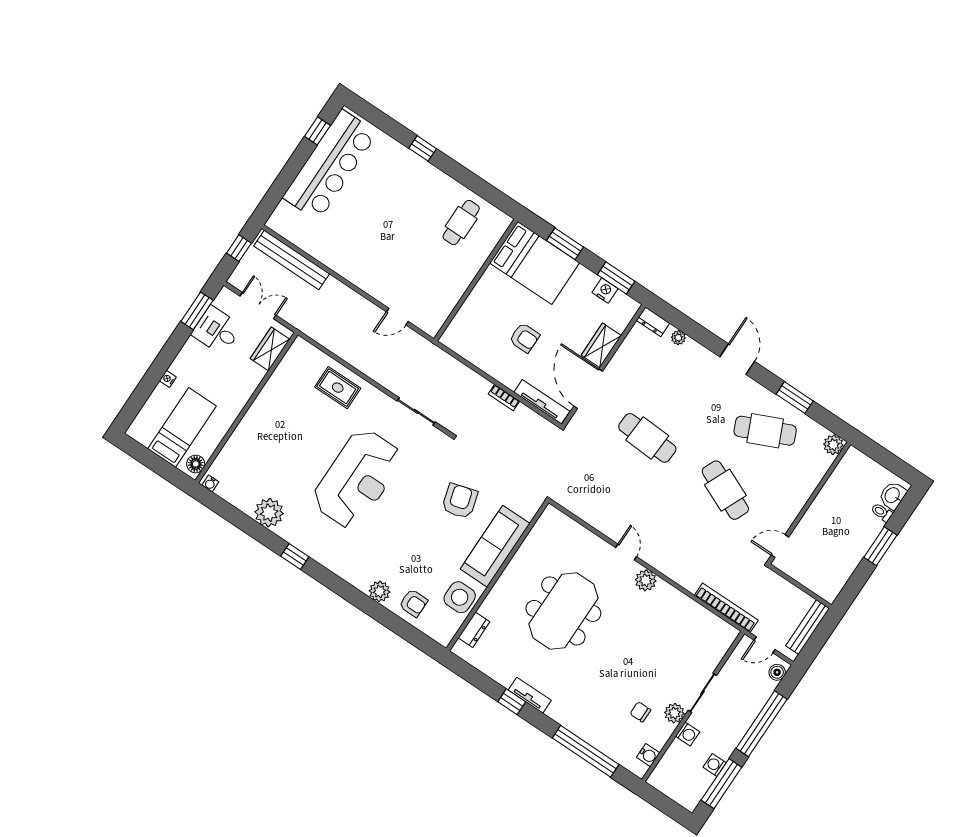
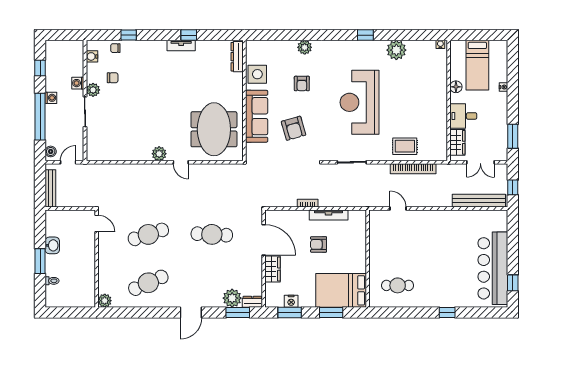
cafe table: (461, 223) -> (398, 285), turned 90
door: (397, 317) -> (398, 208), hinge flipped
desk: (217, 330) -> (463, 116), moved, turned 180
plant: (678, 338) -> (232, 298), width x1.87, depth x1.87
door: (737, 359) -> (191, 313), hinge flipped
window: (795, 398) -> (238, 313), moved
tv unit: (542, 402) -> (329, 215), moved
floor lamp: (196, 464) -> (456, 87), moved
cafe table: (725, 490) -> (148, 234), turned -42
washbasin: (893, 495) -> (52, 245), moved
door: (780, 546) -> (97, 223), hinge flipped
armchair: (413, 603) -> (302, 84), moved, turned -90
bookcase: (726, 608) -> (413, 169), moved
meeting table: (563, 611) -> (214, 129), moved
dresser: (474, 630) -> (237, 57), width x1.44
chair: (613, 746) -> (115, 48), added
window: (586, 751) -> (129, 35), width x0.32
washing machine: (715, 765) -> (51, 98), moved
window: (721, 784) -> (40, 68), width x0.46

